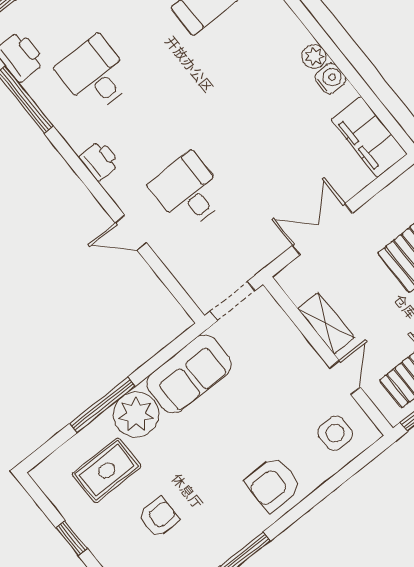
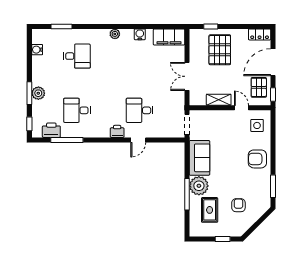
plant: (314, 56) -> (115, 34), moved
printer: (99, 161) -> (117, 131), moved
armchair: (273, 484) -> (257, 159), turned 90

